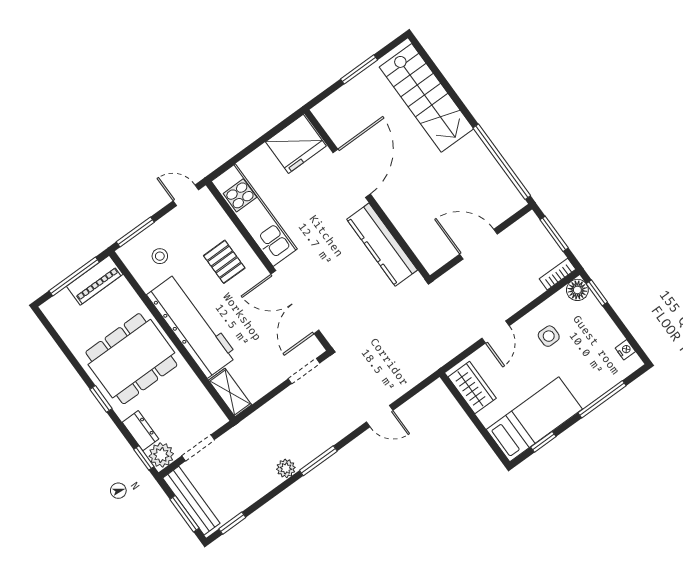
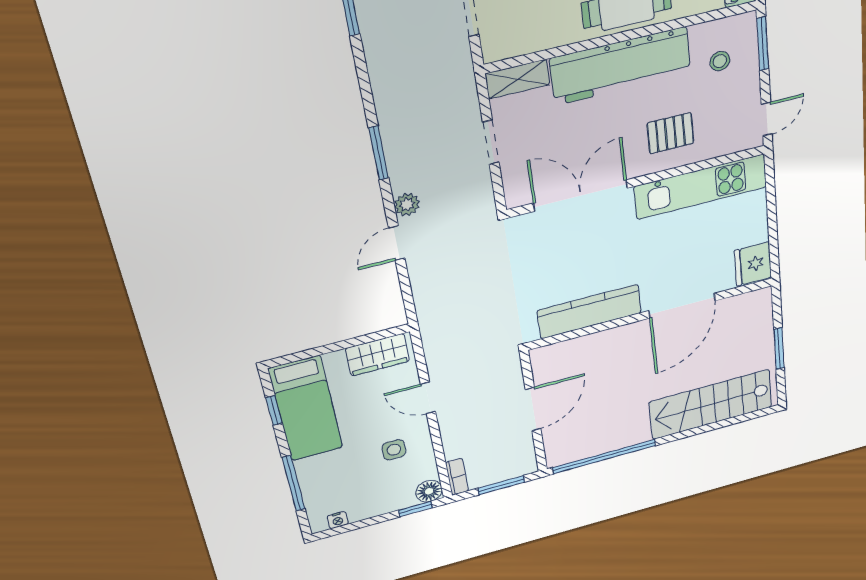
fridge: (296, 144) -> (753, 264), width x0.73, depth x0.75
door: (352, 173) -> (682, 306), hinge flipped
doorway: (304, 371) -> (491, 142), moved
plant: (286, 468) -> (407, 204), moved

